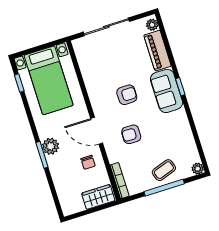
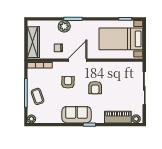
sofa: (167, 91) -> (76, 115), moved
plant: (51, 146) -> (64, 26), moved
wardrobe: (98, 197) -> (33, 42), width x1.50

